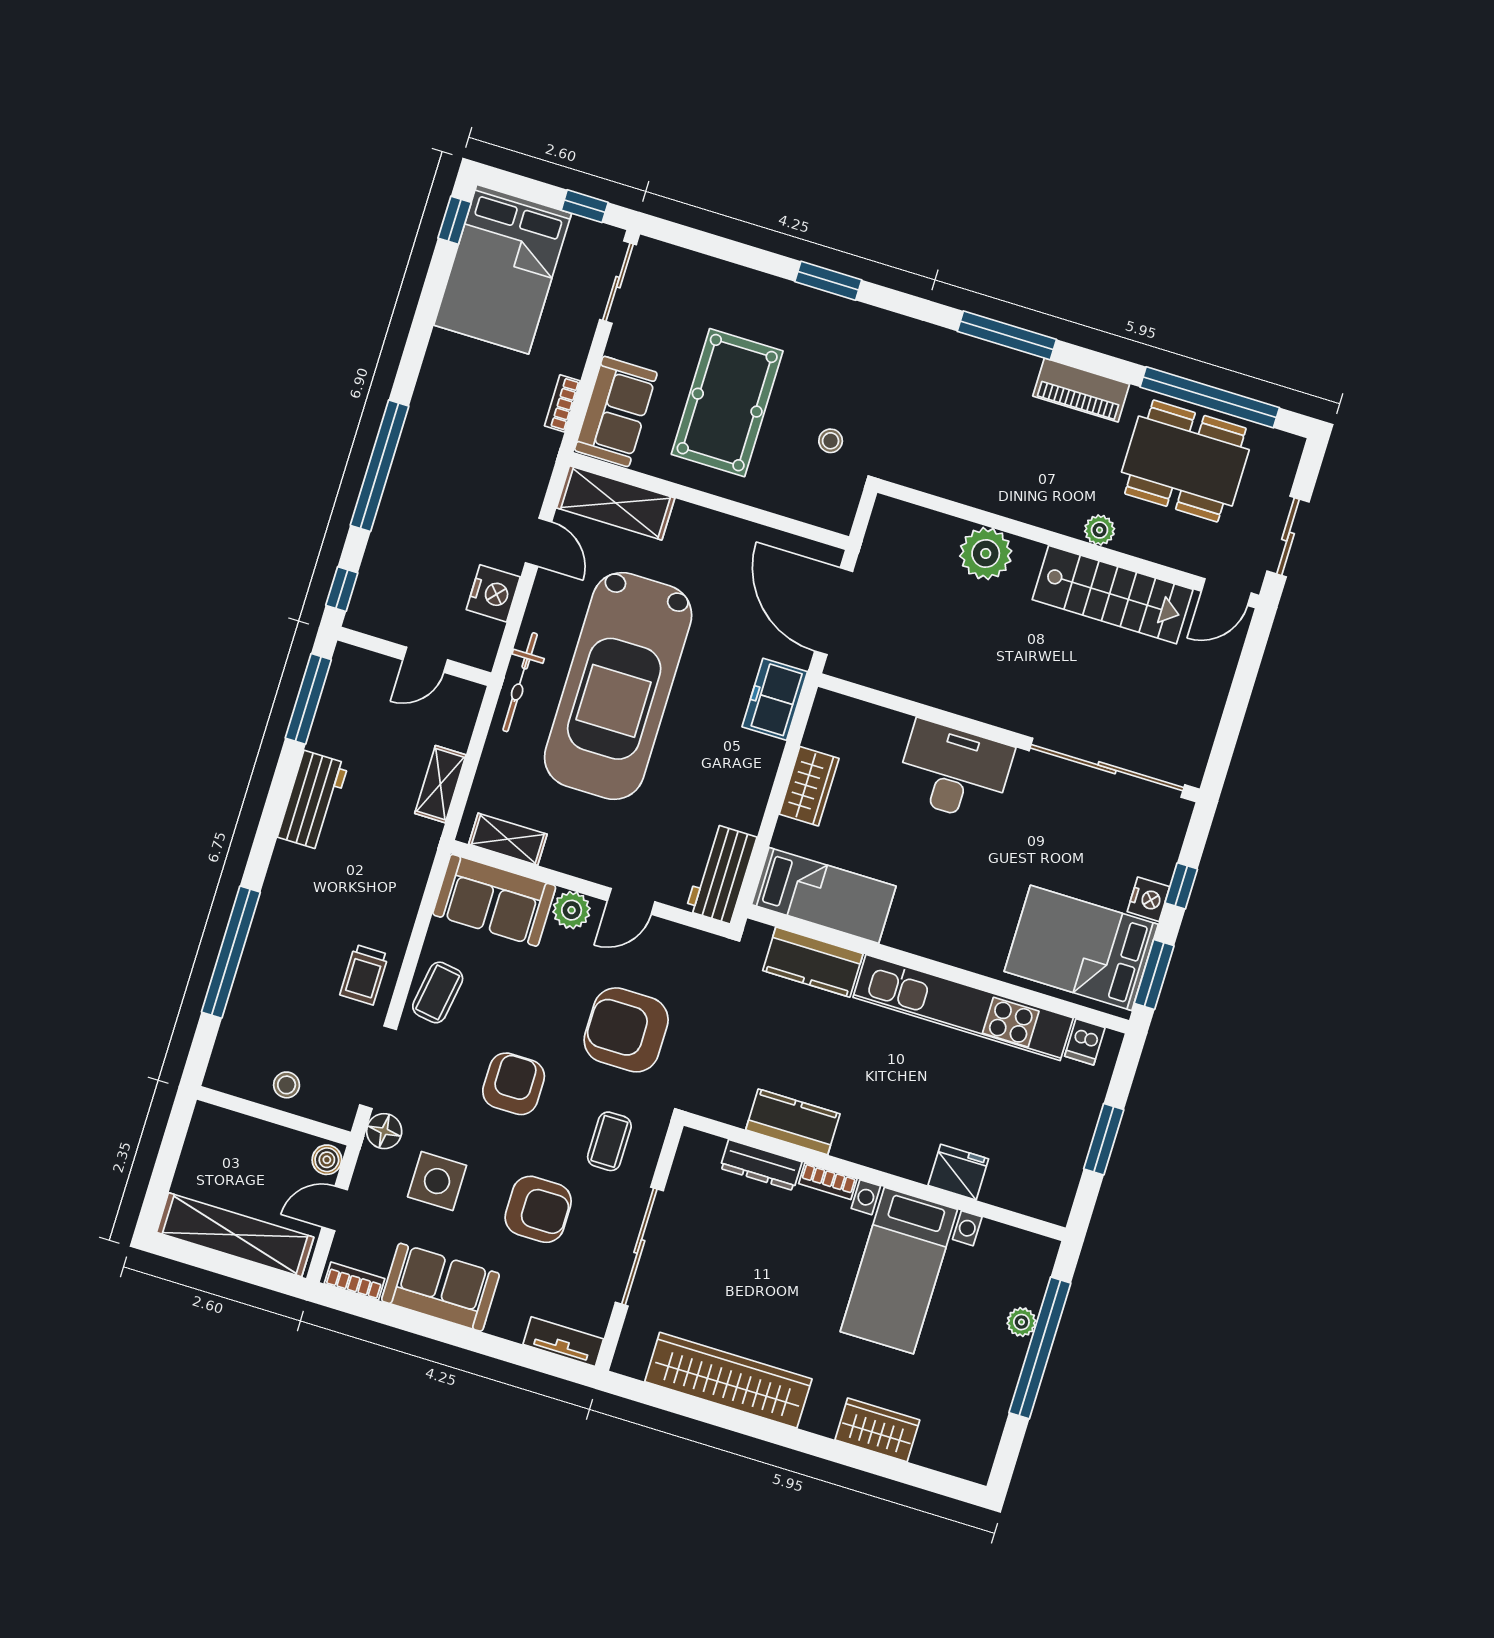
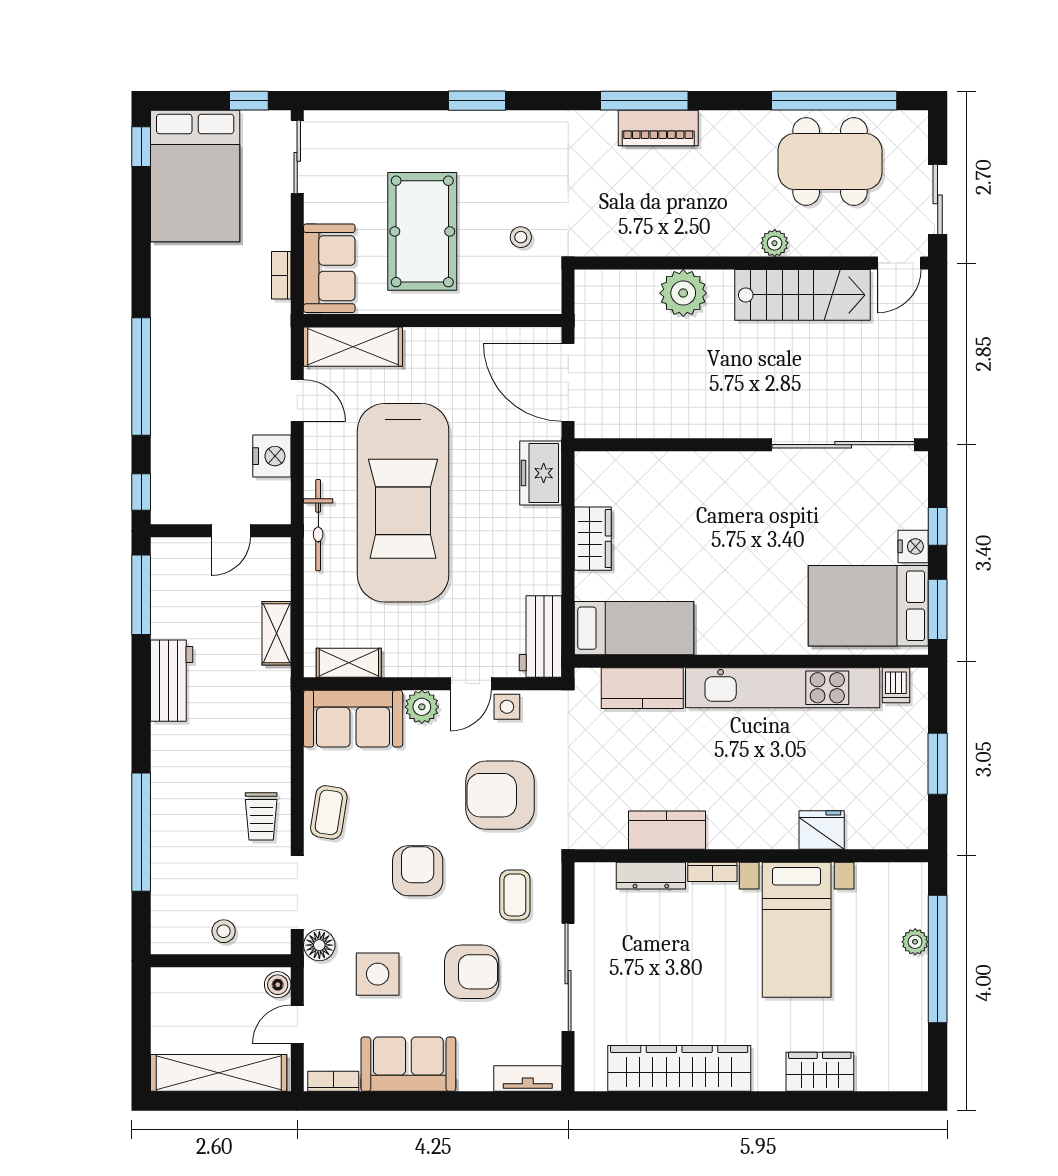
piano: (1081, 390) -> (658, 128), moved
desk: (954, 771) -> (713, 488), removed
side table: (662, 938) -> (507, 707), added

